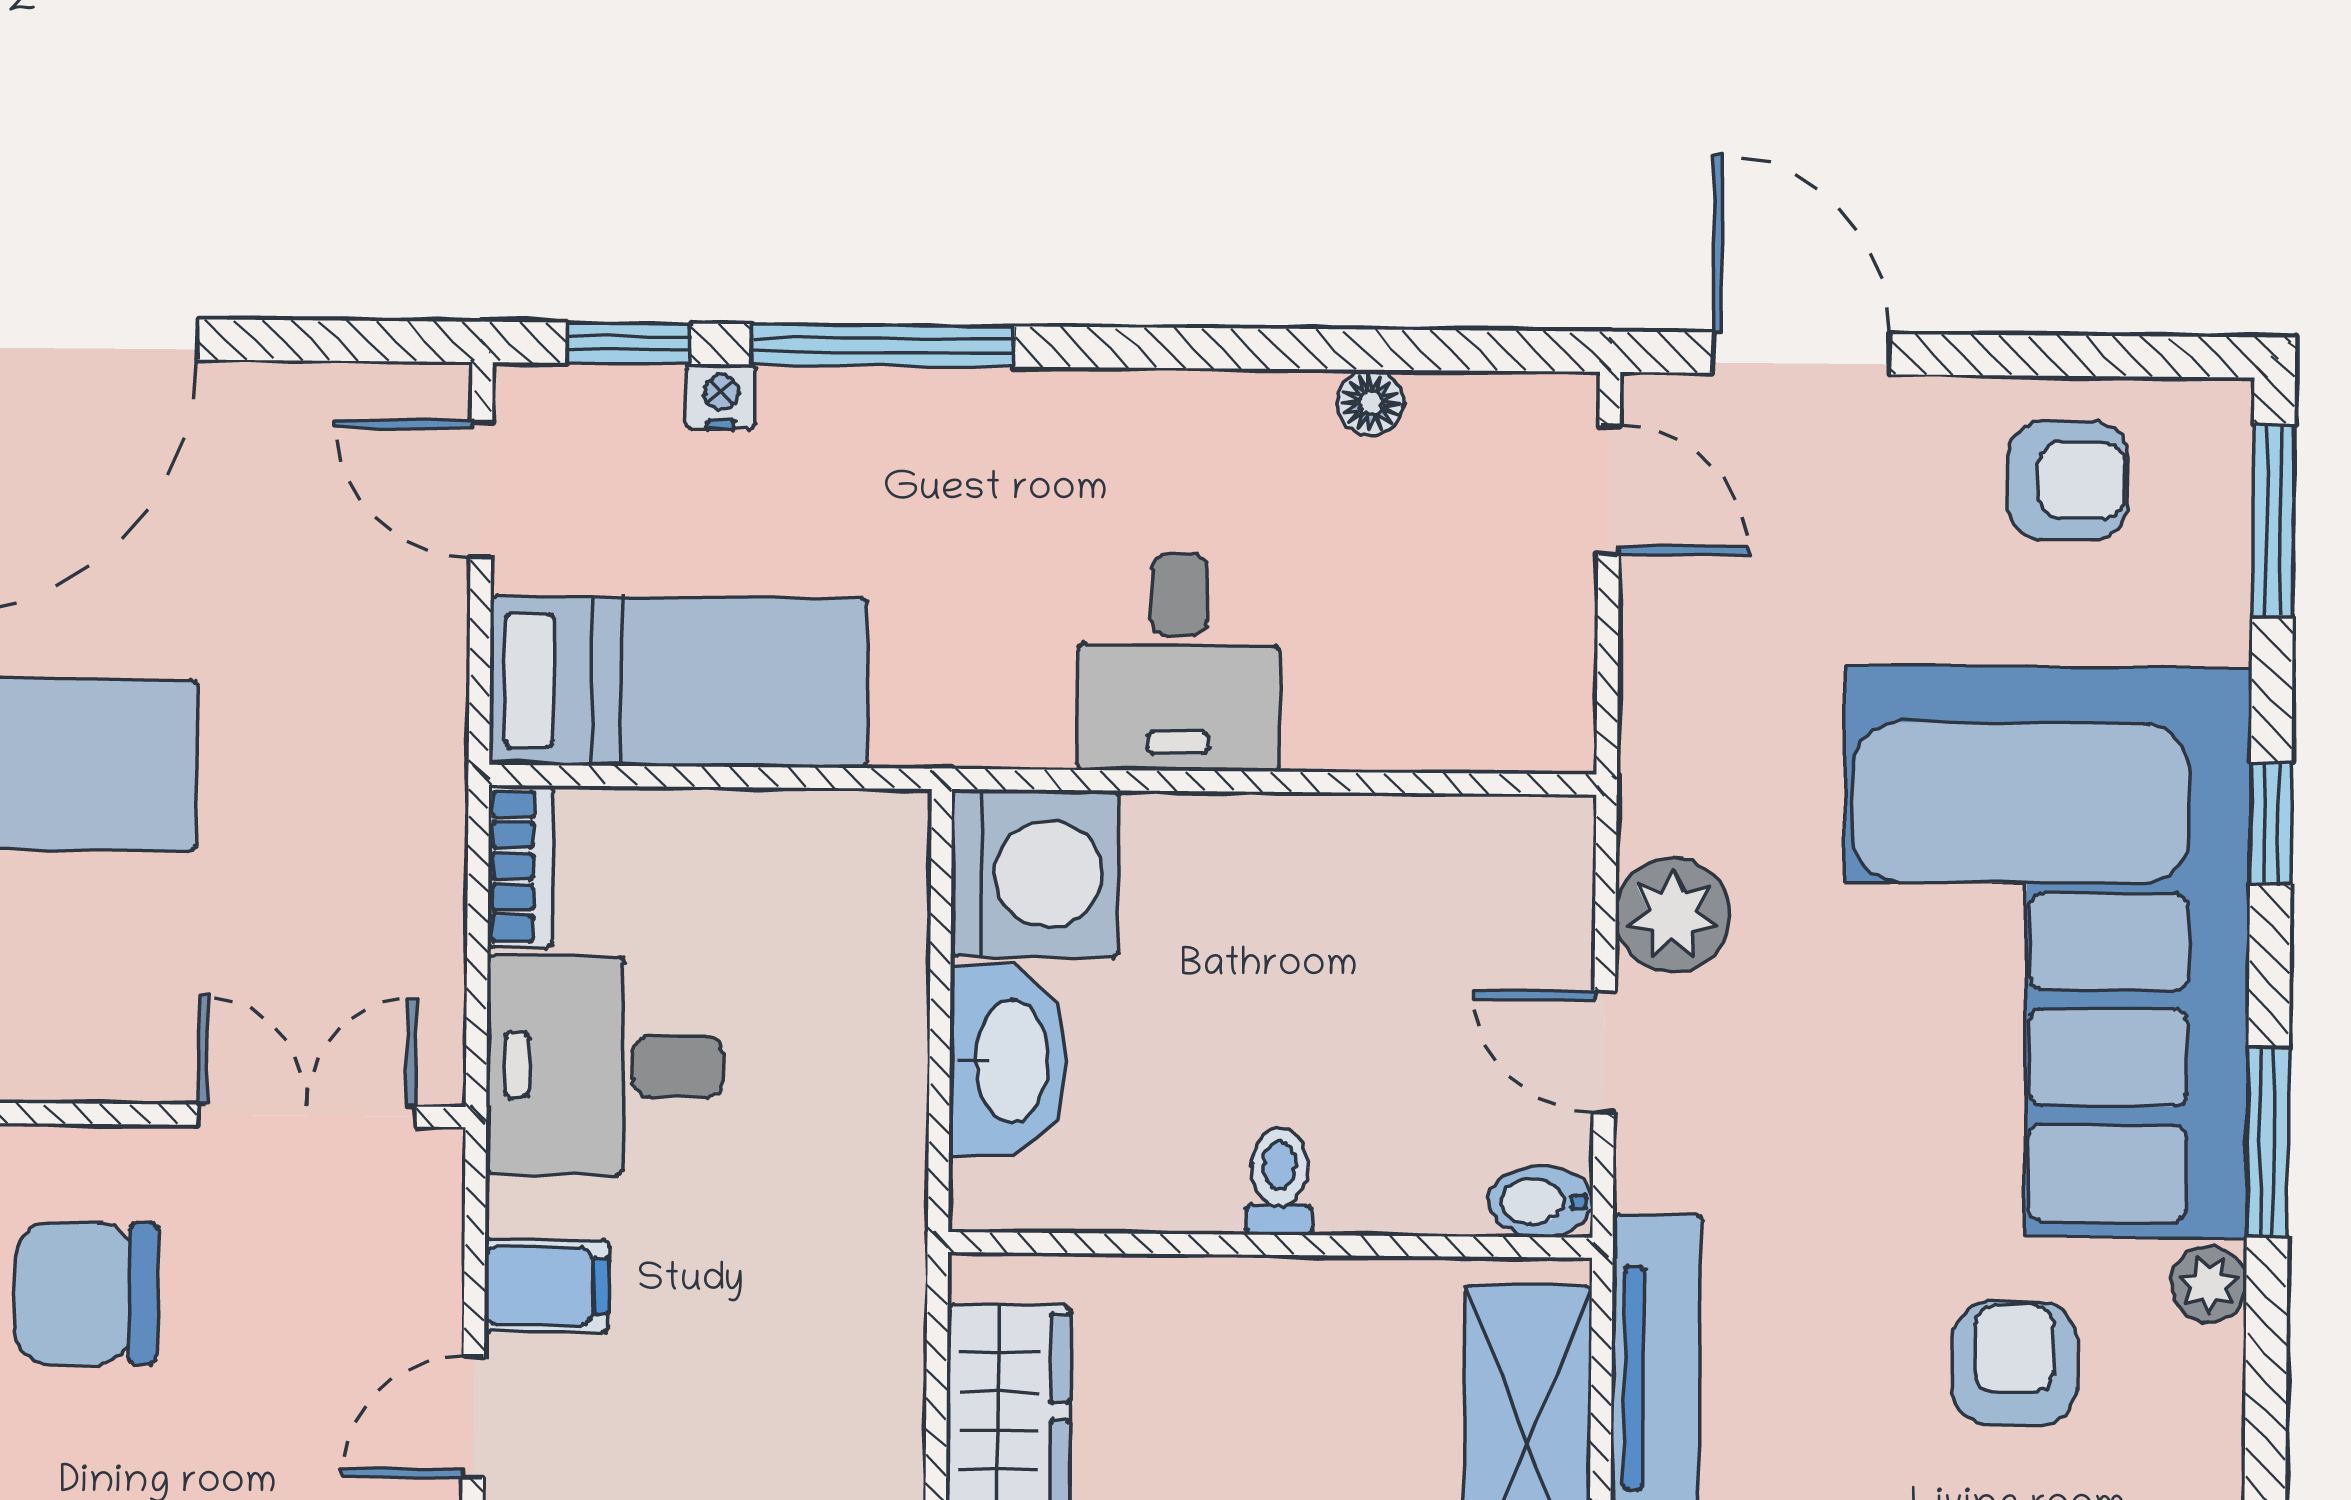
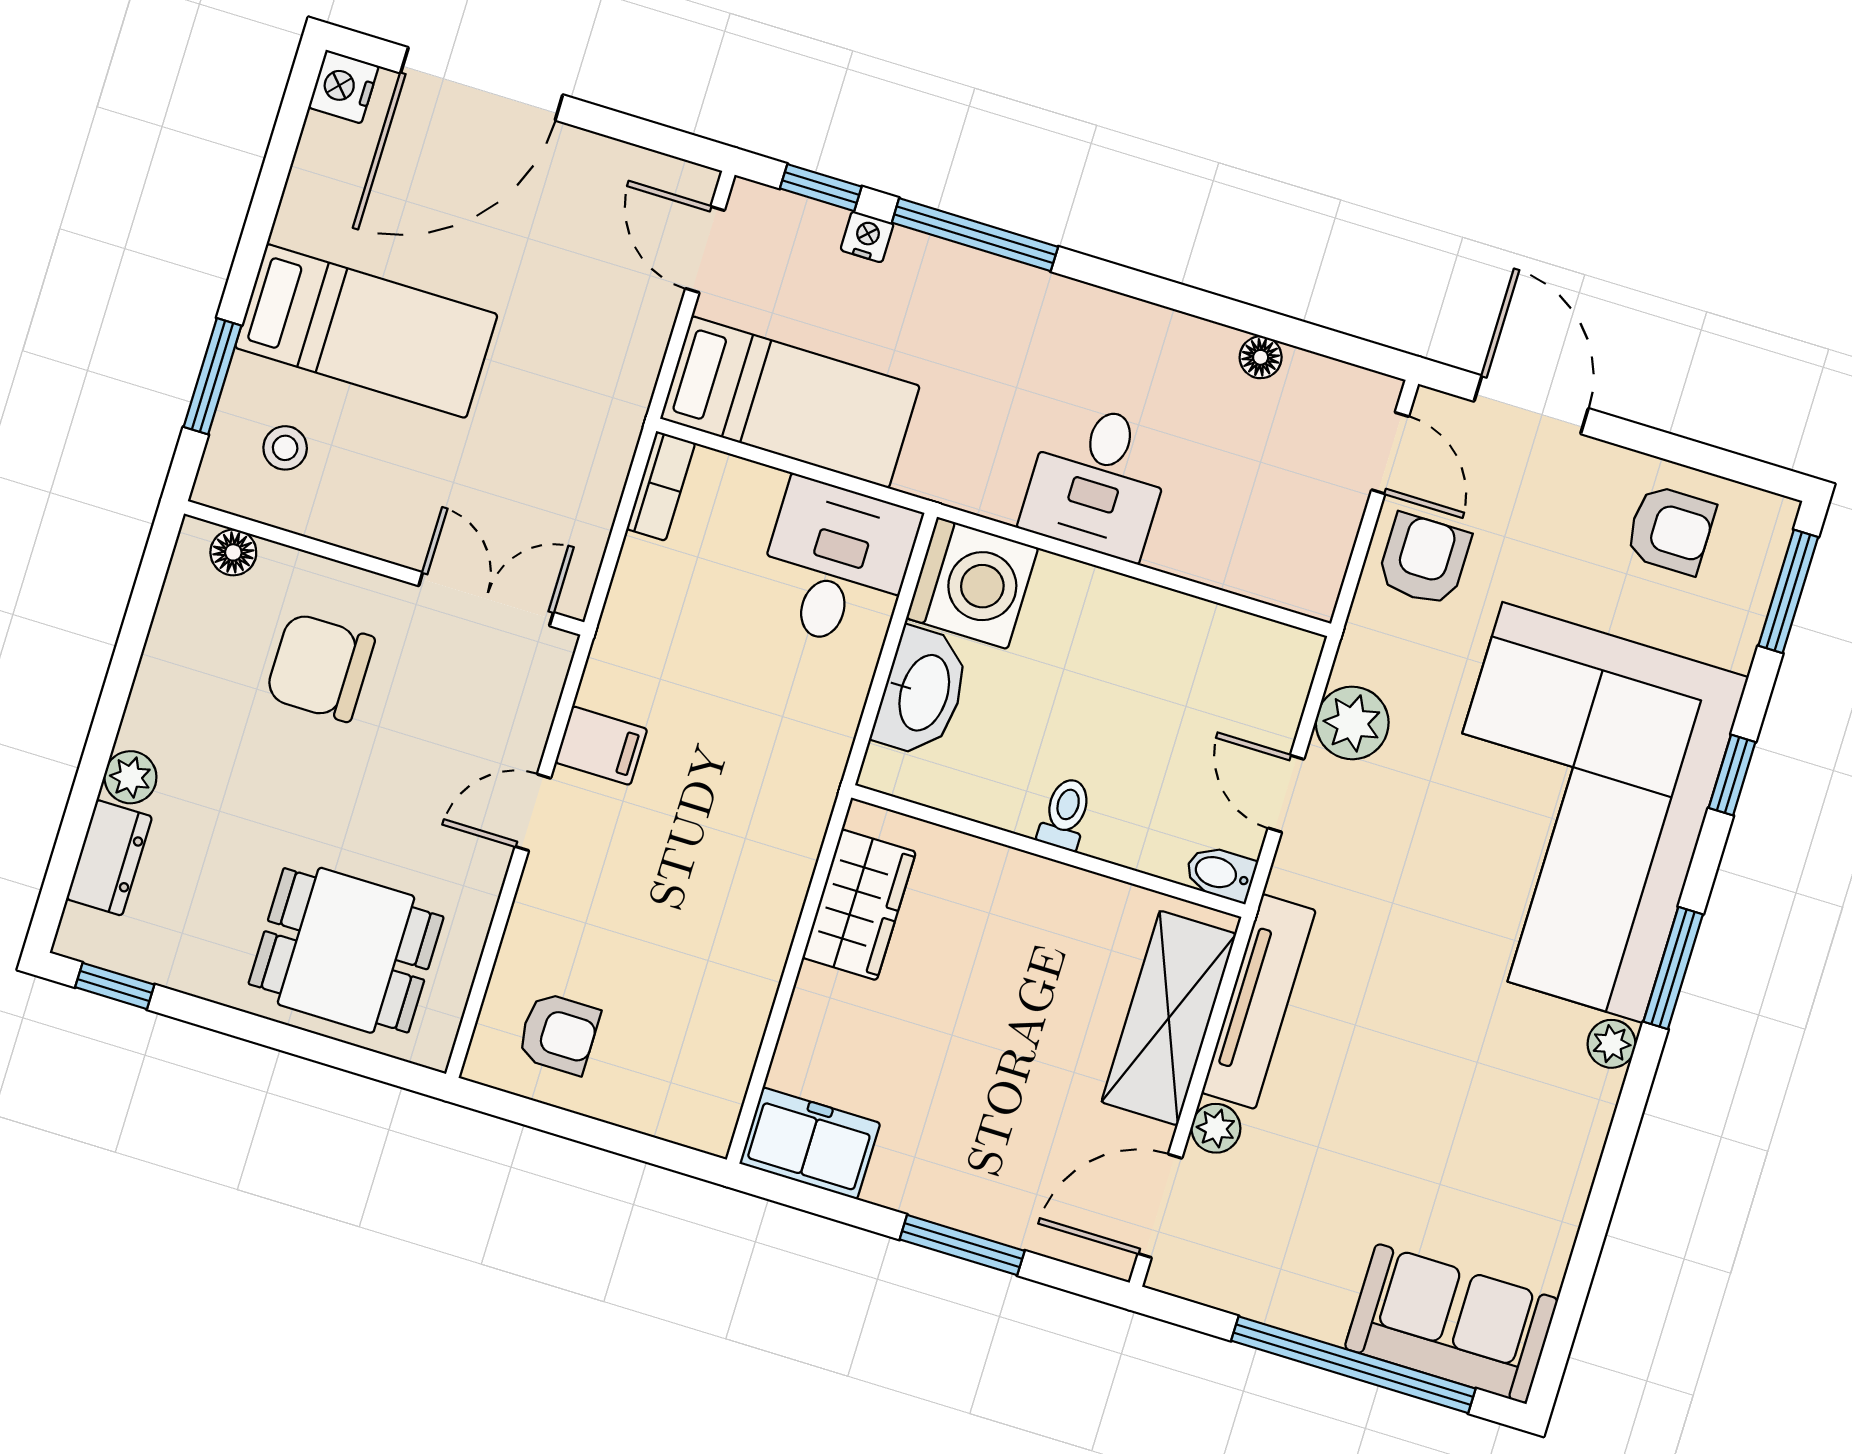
desk: (605, 1066) -> (836, 564), moved, turned 90
armchair: (2014, 1364) -> (1424, 560), moved

